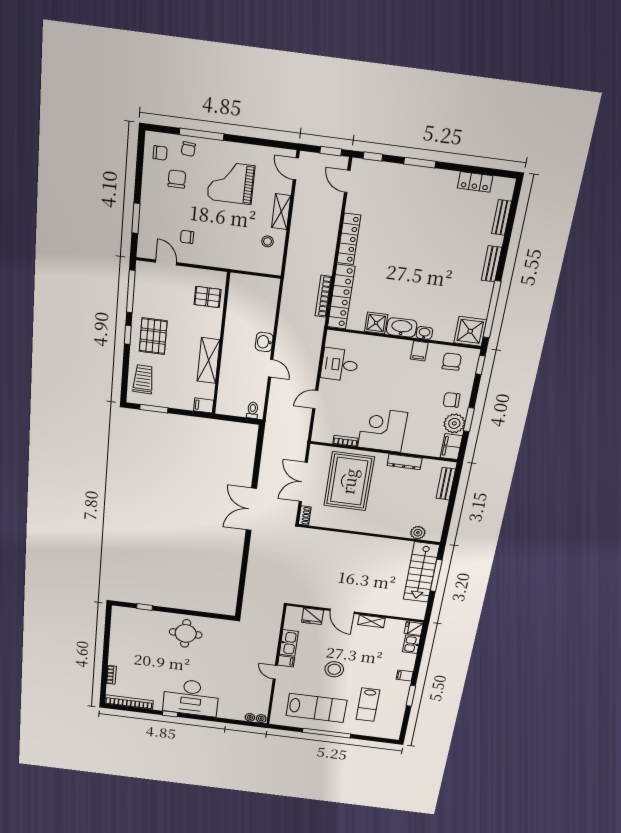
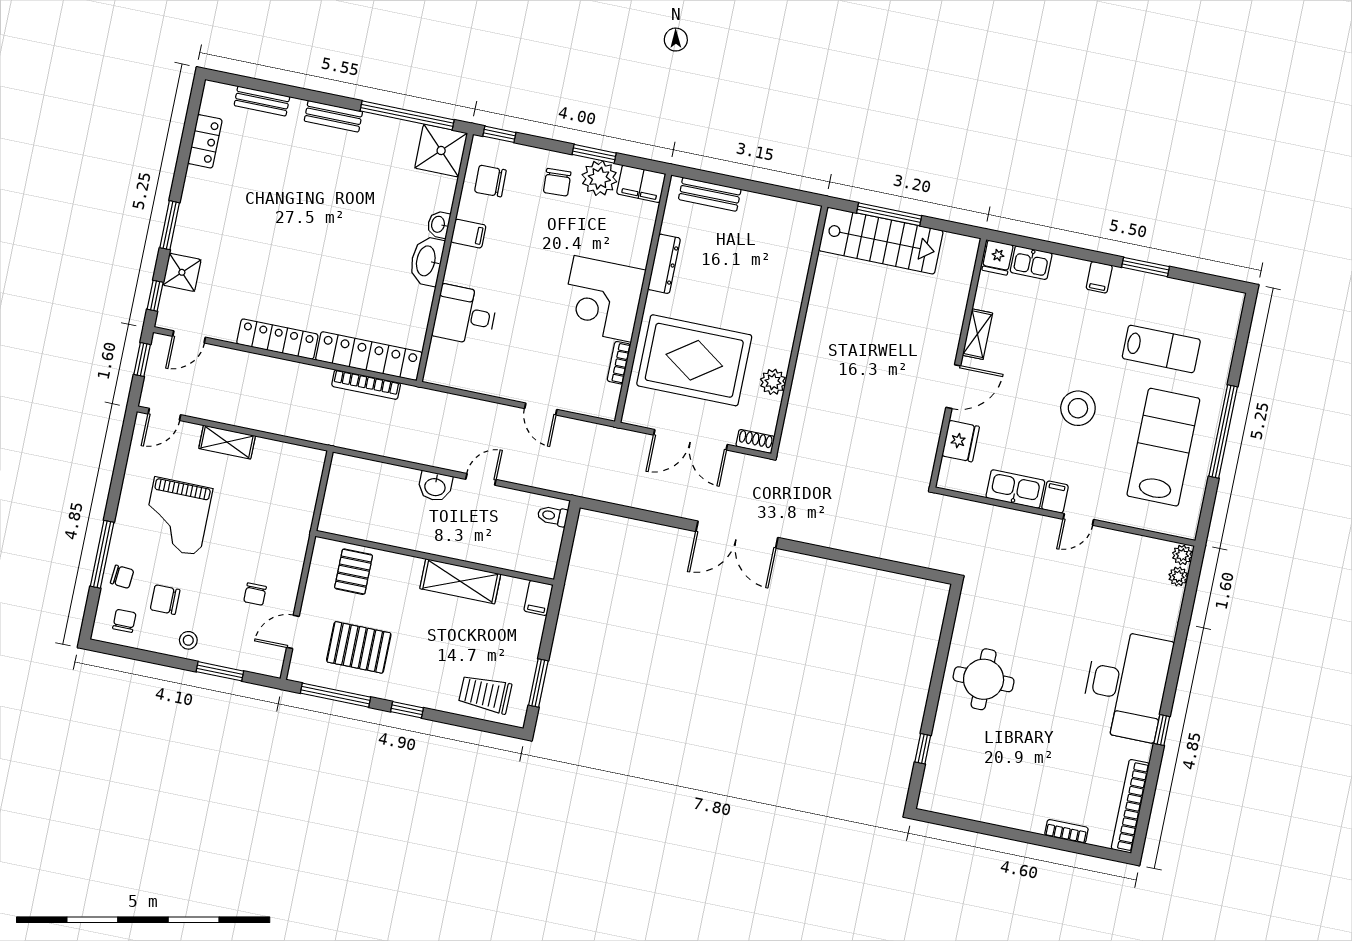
stool: (267, 241) -> (188, 640), moved
shower: (376, 323) -> (182, 272), moved
pallet: (153, 336) -> (359, 647), moved
desk: (340, 365) -> (465, 315), moved, turned 90
plant: (418, 533) -> (773, 382), moved

